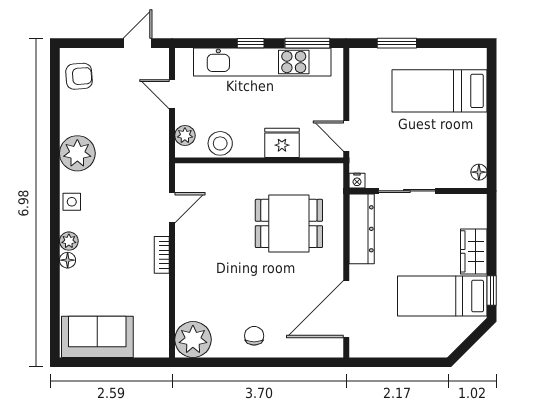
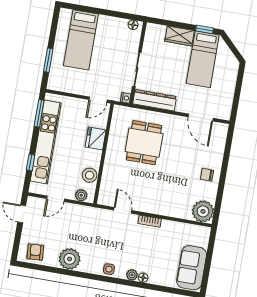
window: (251, 43) -> (31, 163), moved
plant: (77, 153) -> (70, 259), moved
door: (346, 309) -> (201, 117), width x0.73

